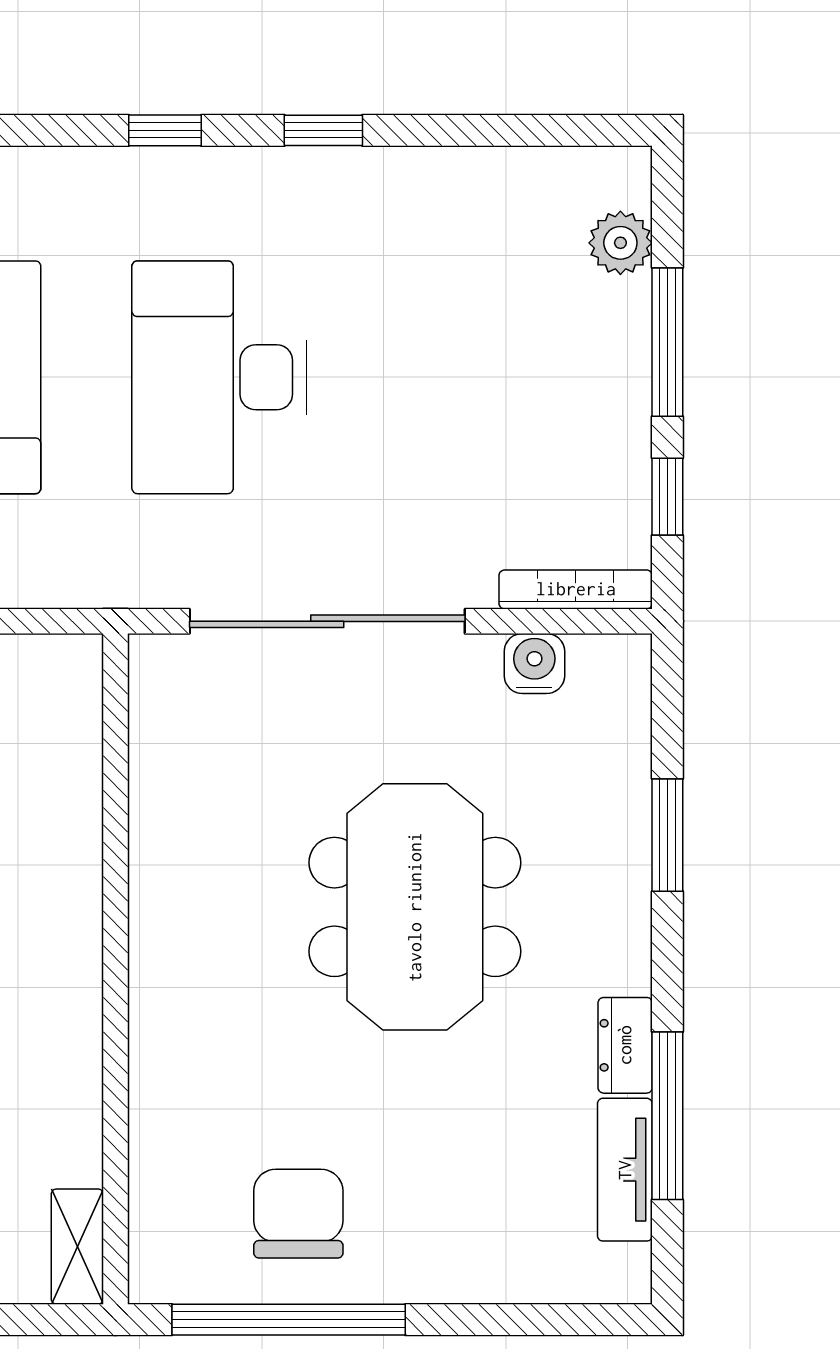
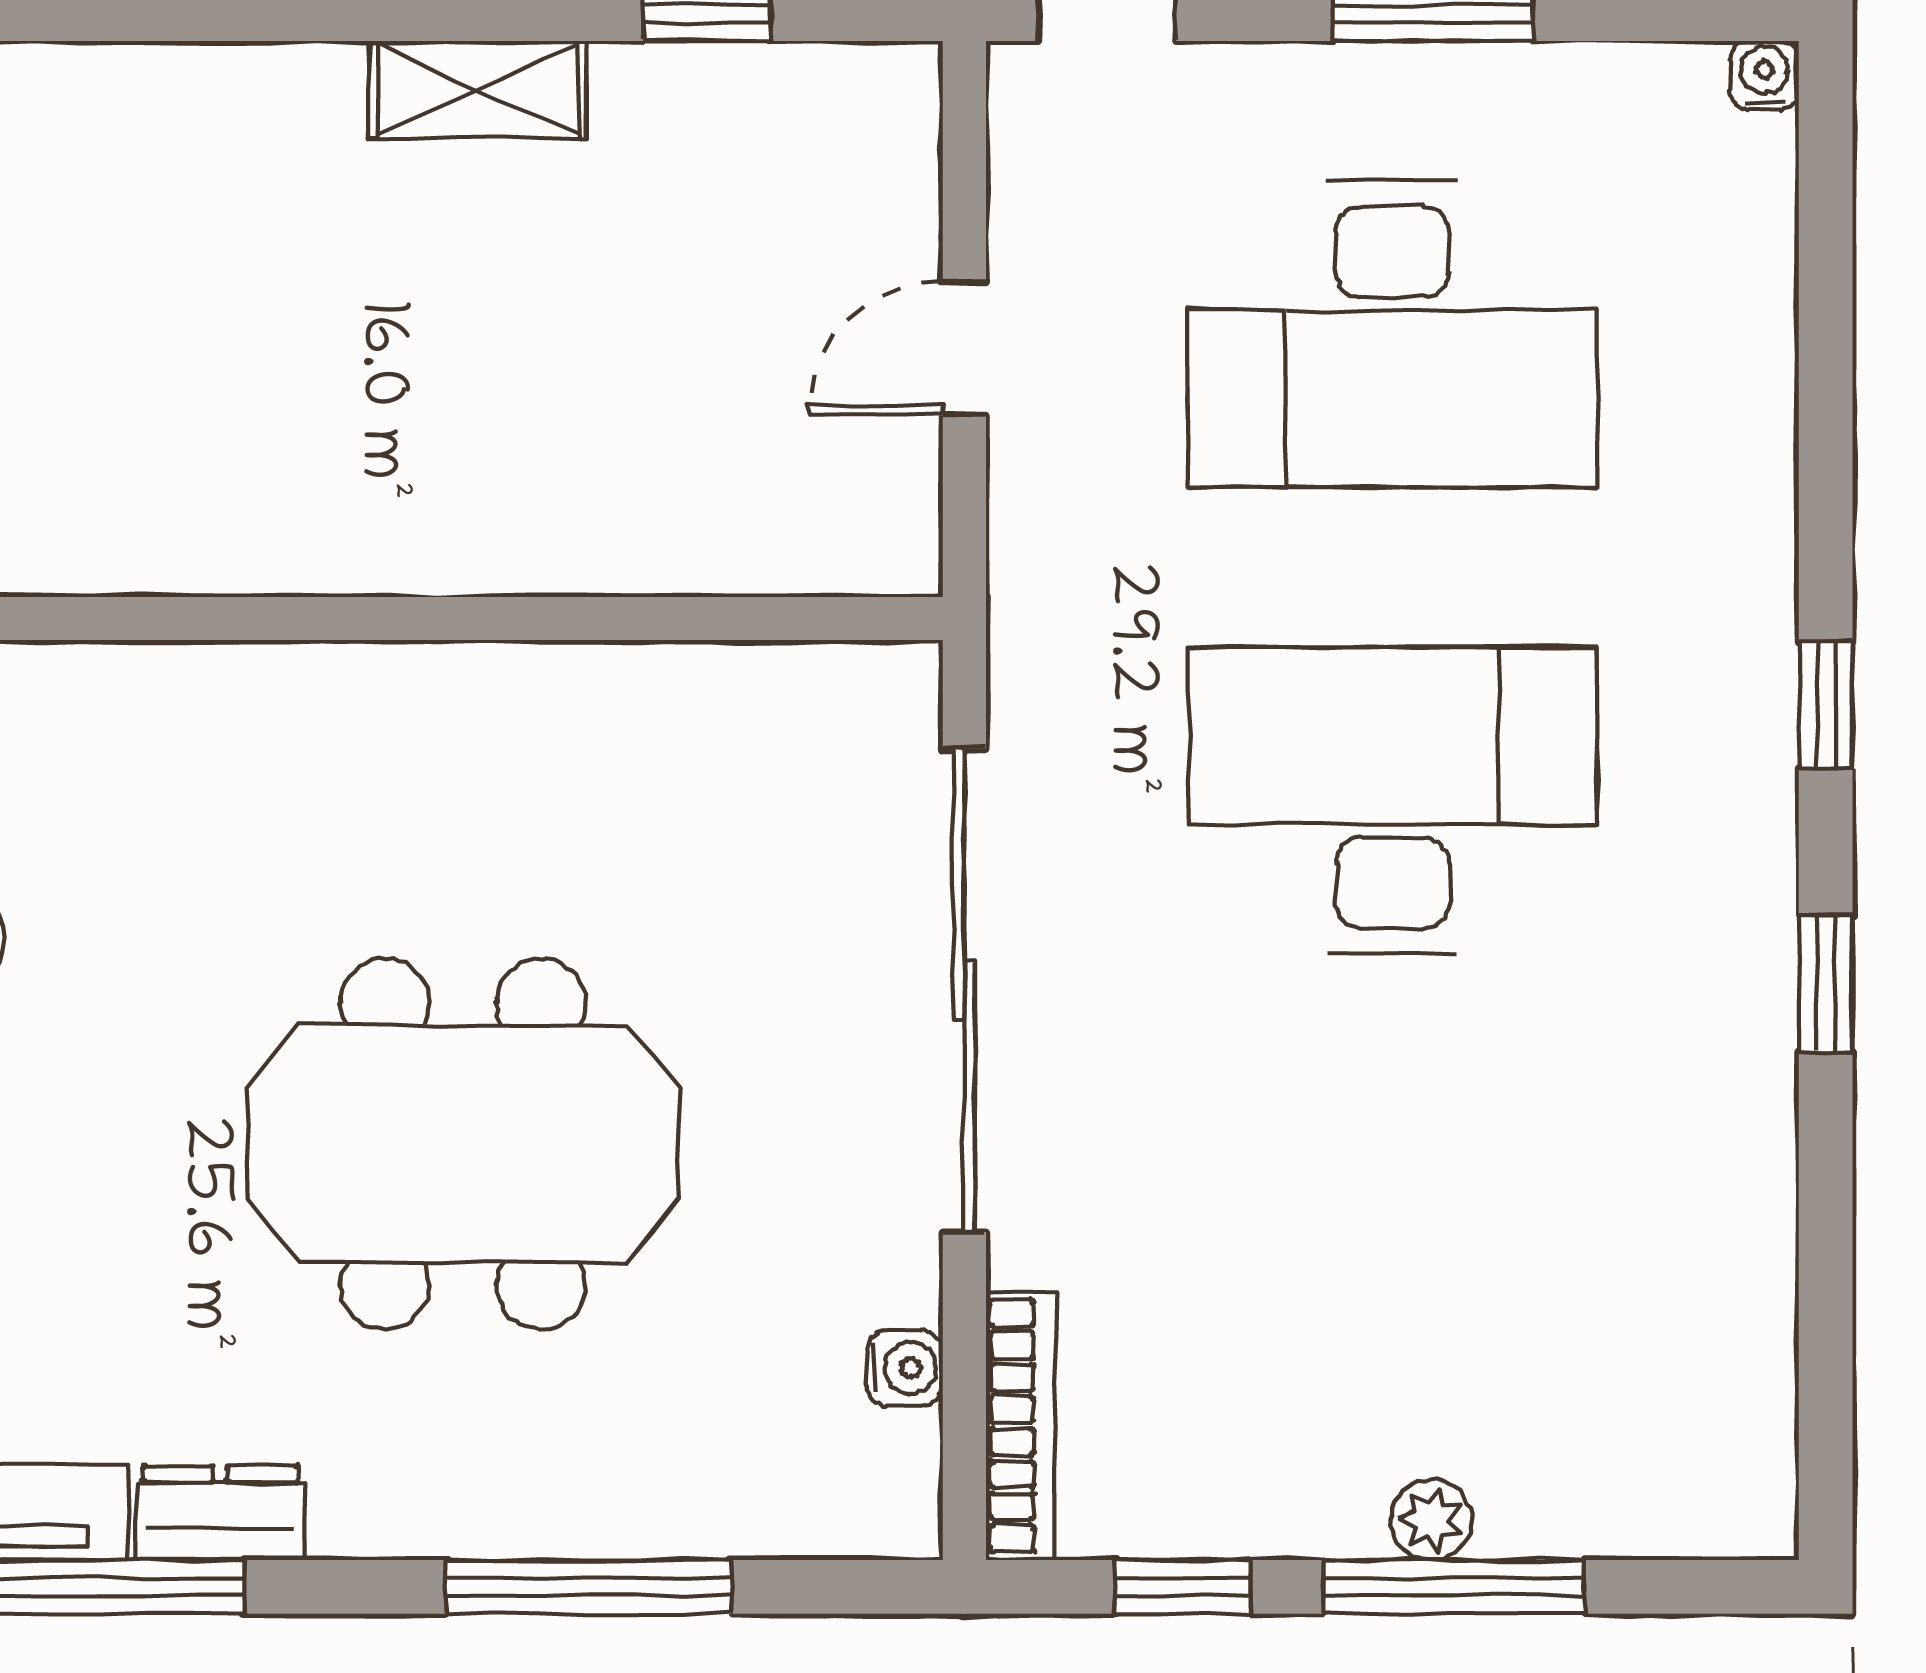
plant: (620, 243) -> (1431, 1520), moved, width x0.73, depth x0.73
water cooler: (534, 664) -> (905, 1368), width x0.72, depth x0.72
window: (667, 835) -> (589, 1587), width x1.44

